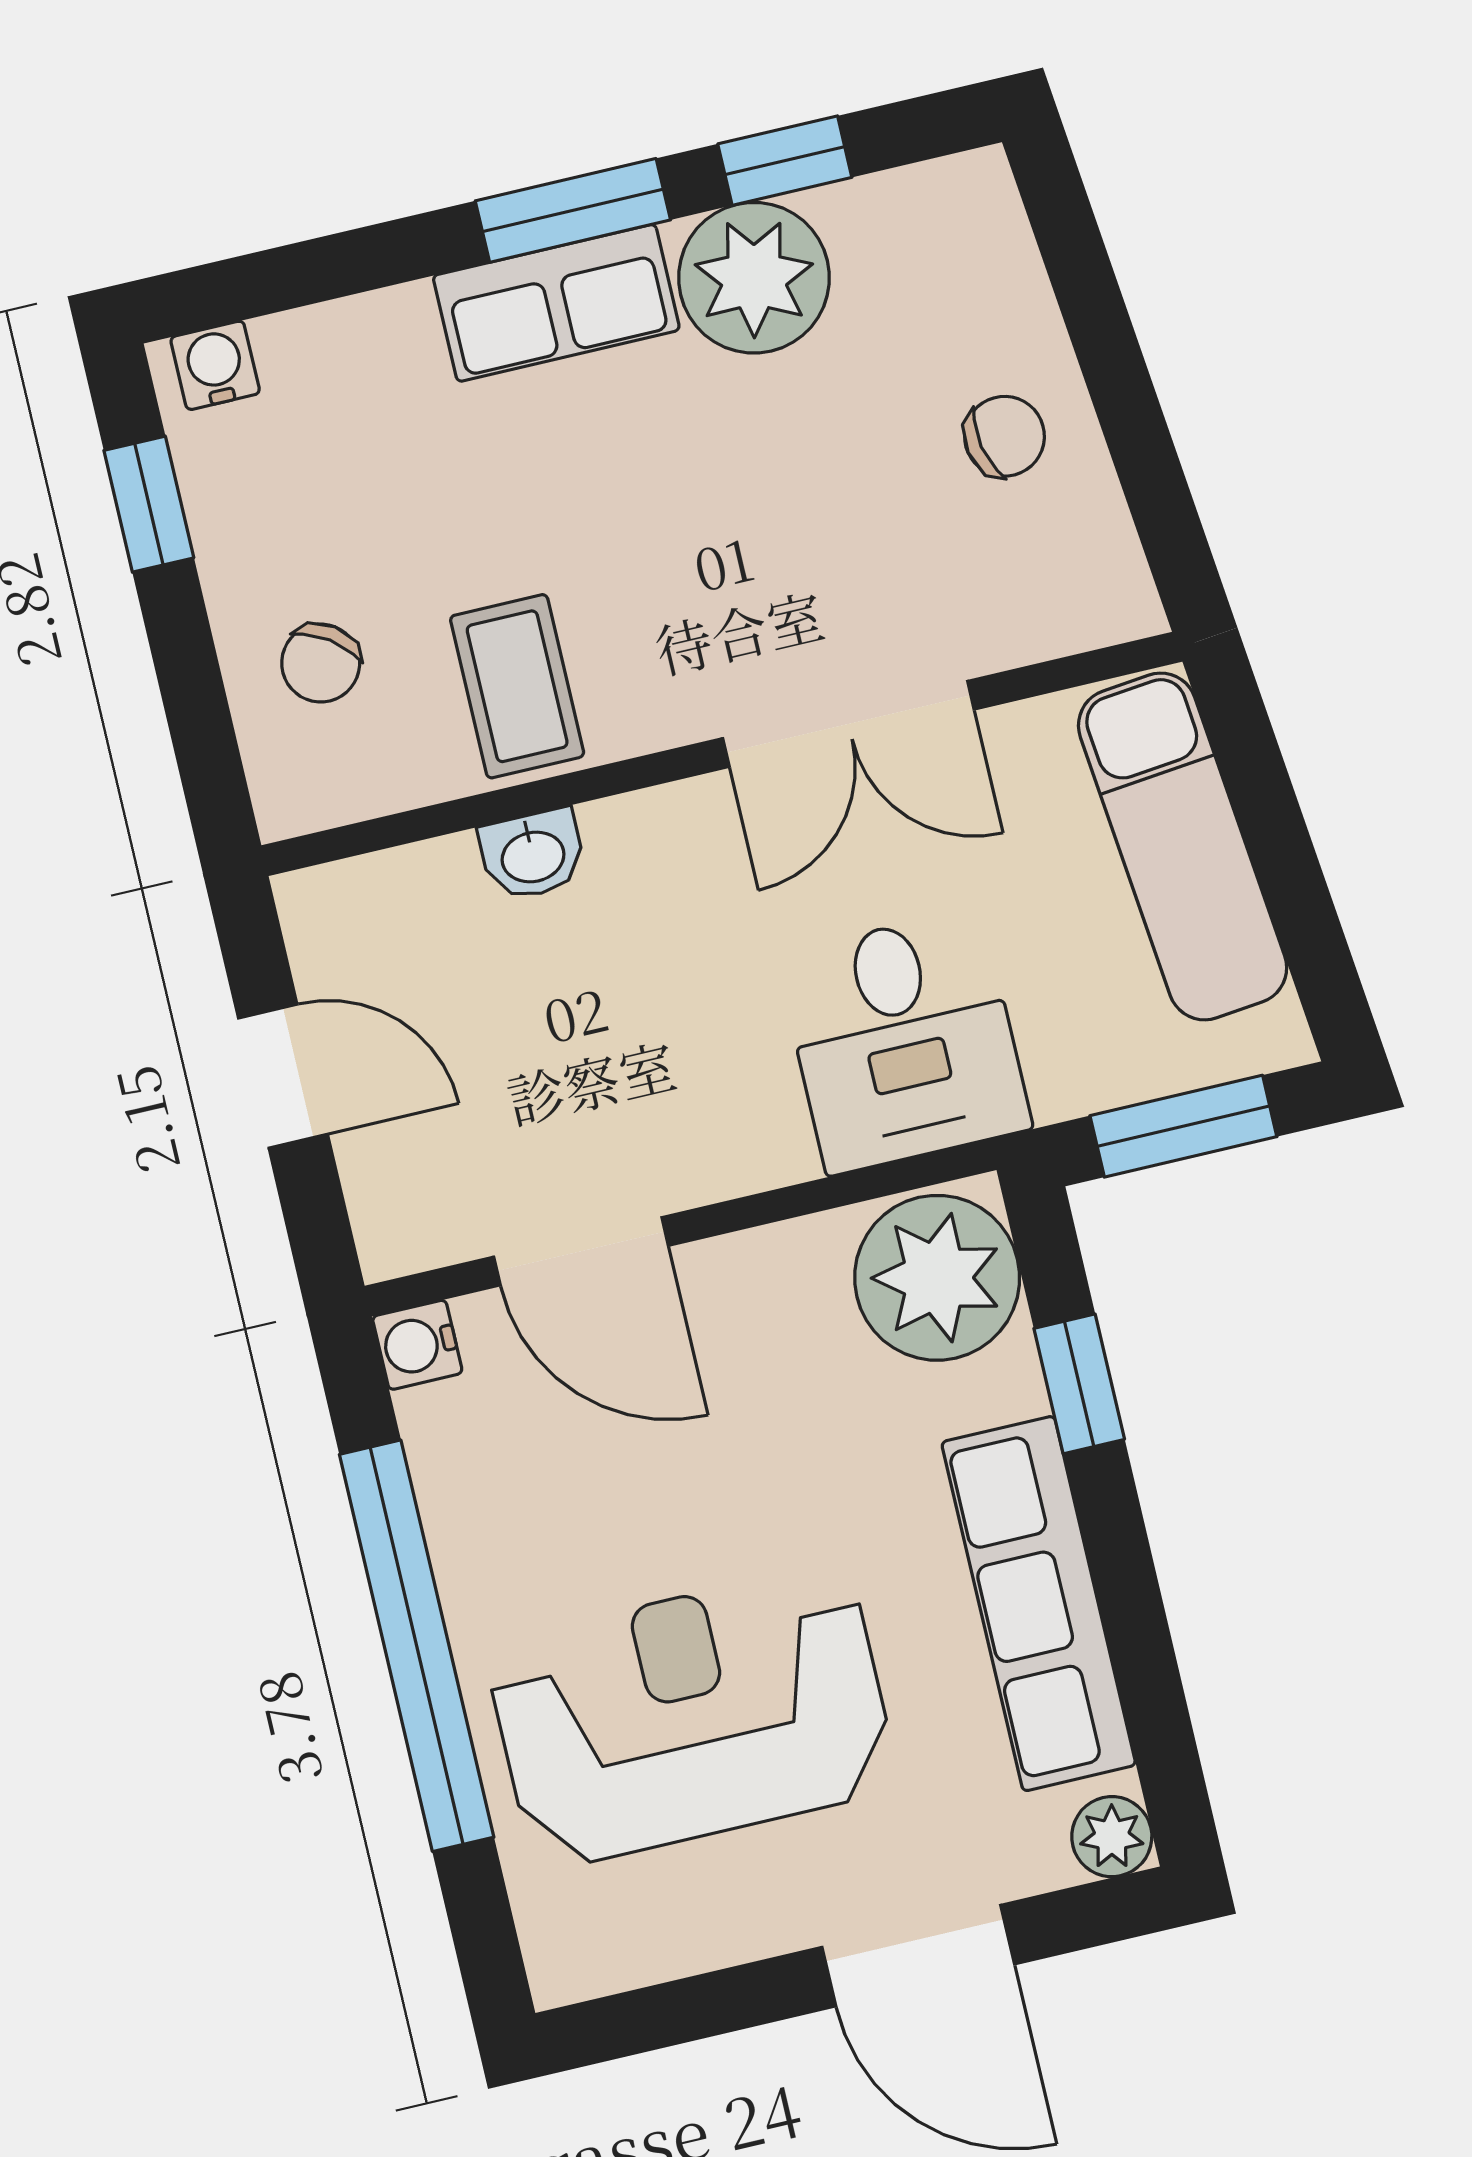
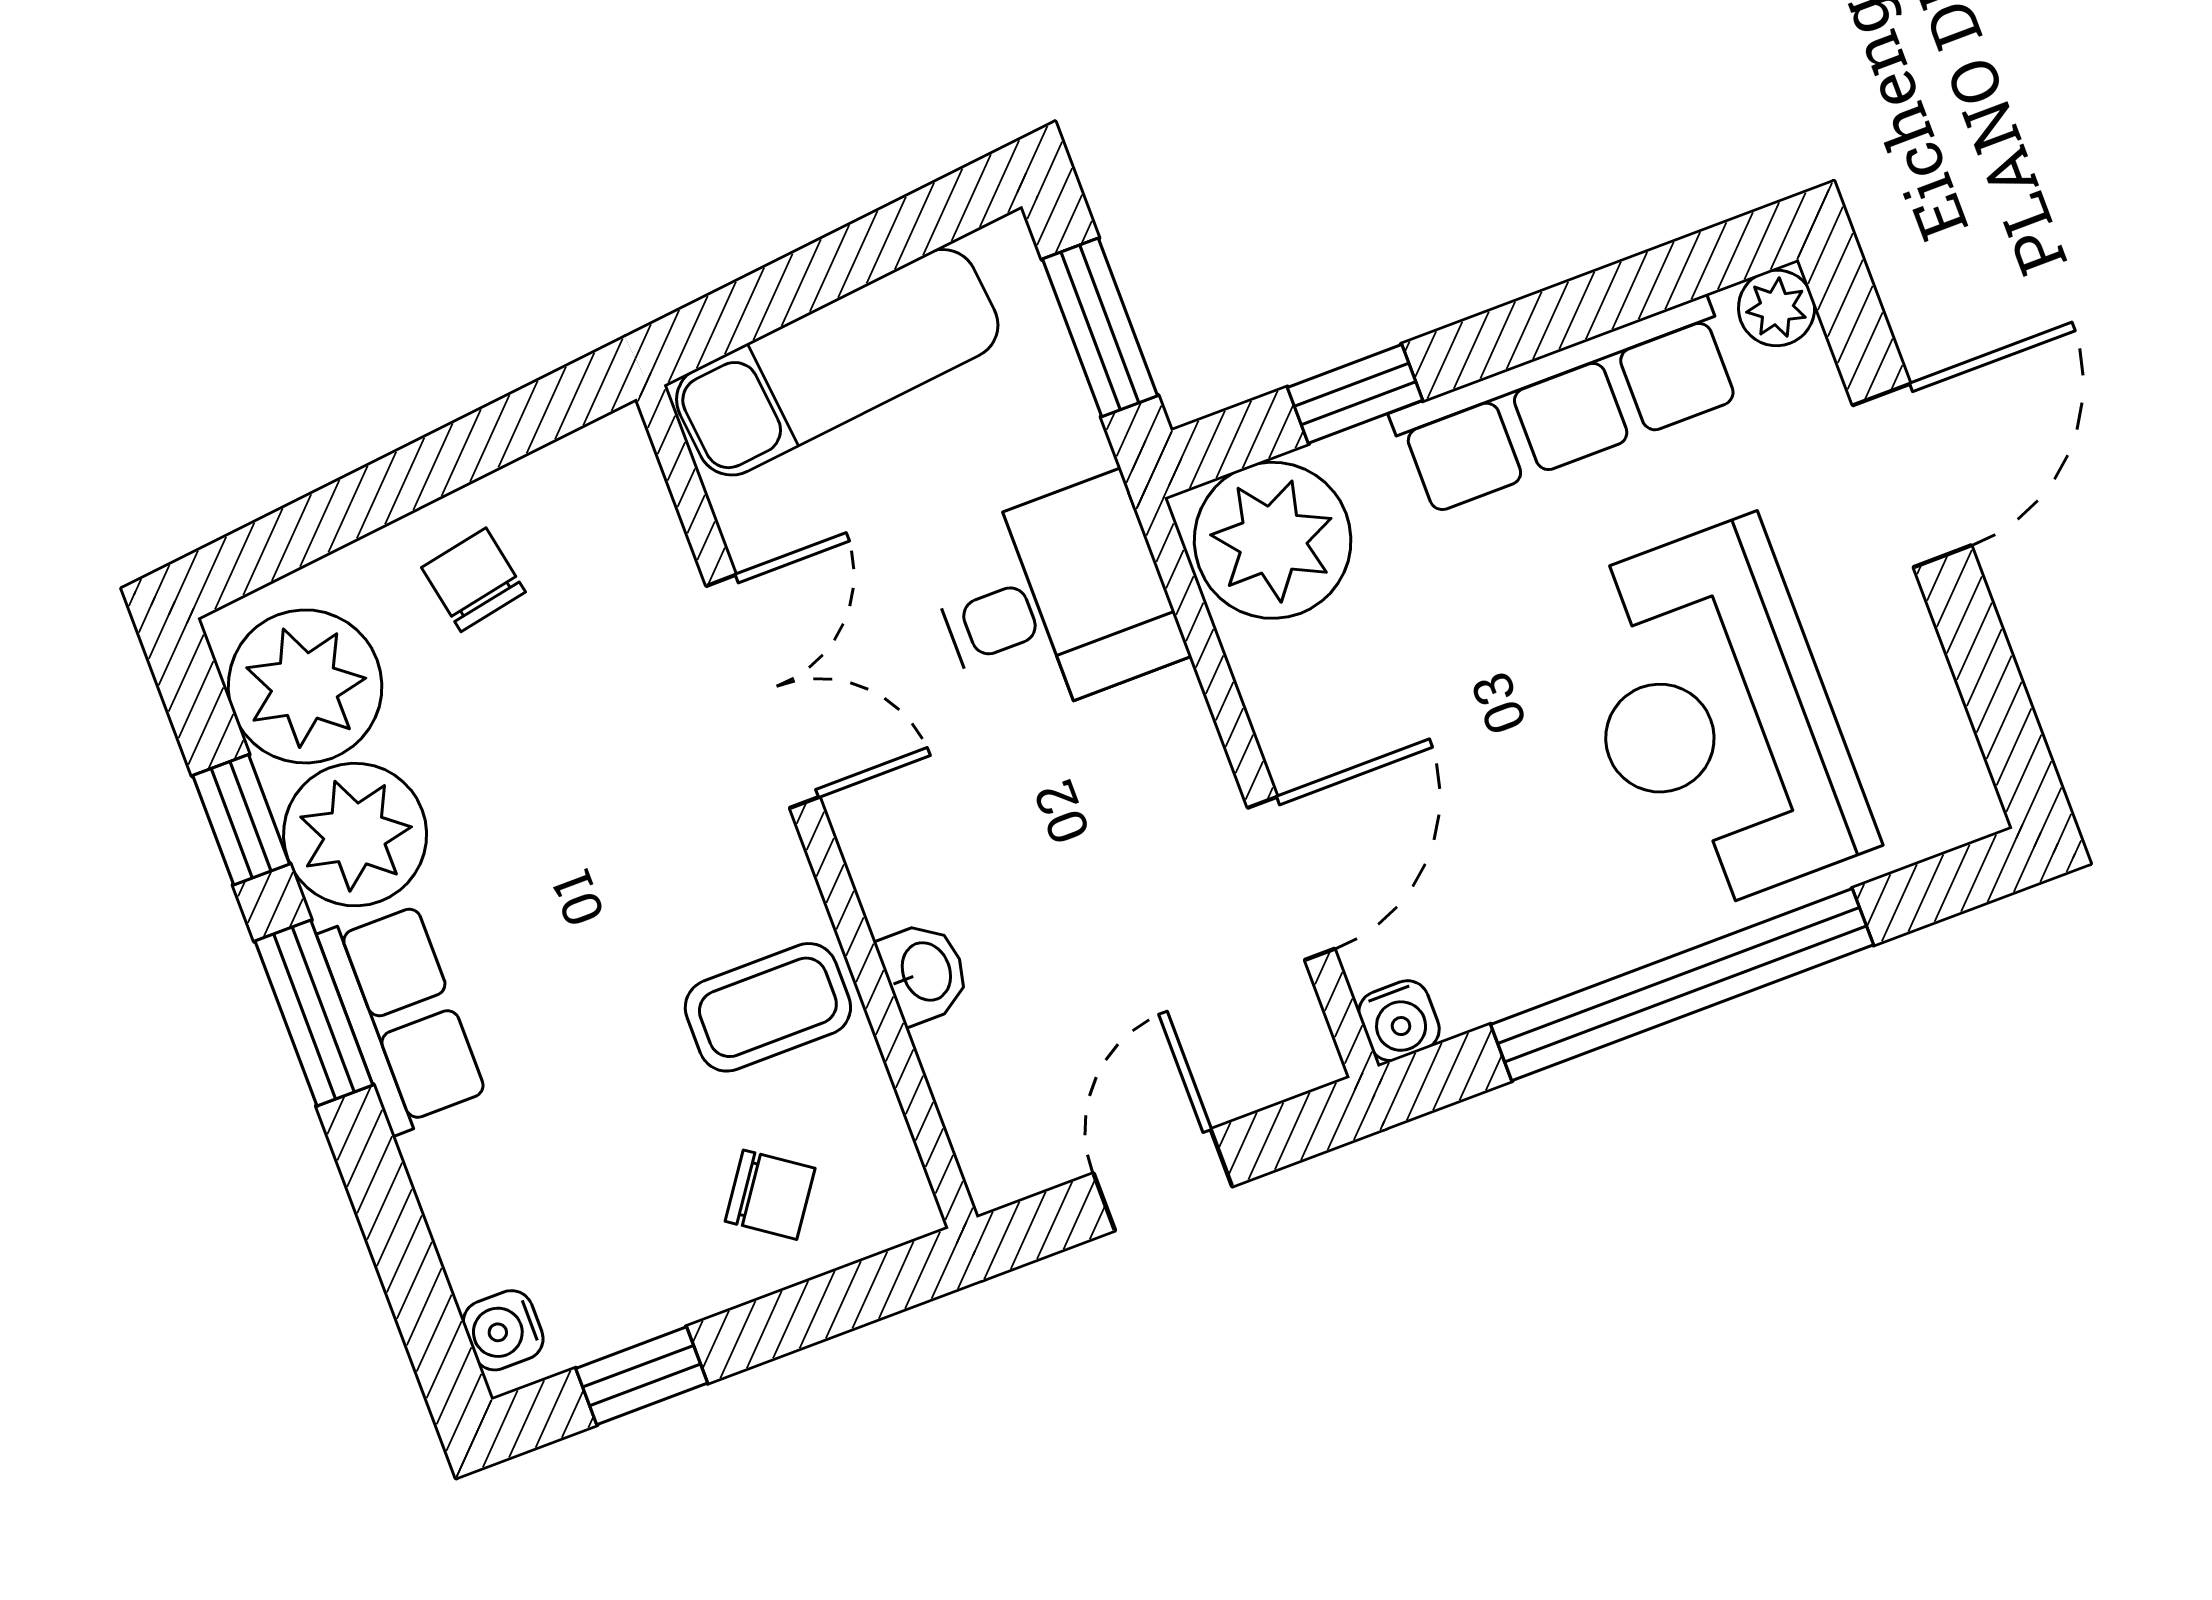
plant: (916, 246) -> (305, 686), added

